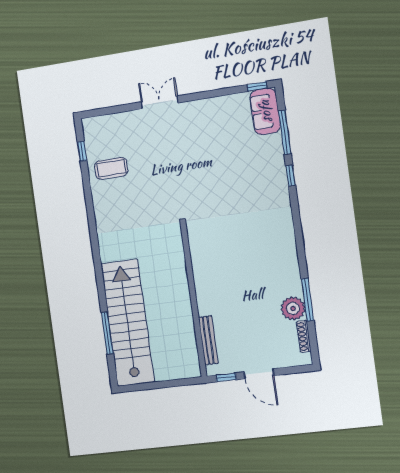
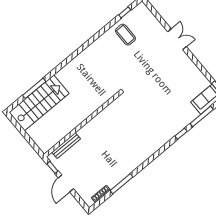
plant: (293, 308) -> (112, 179), removed
stairs: (128, 323) -> (39, 103), width x0.73

